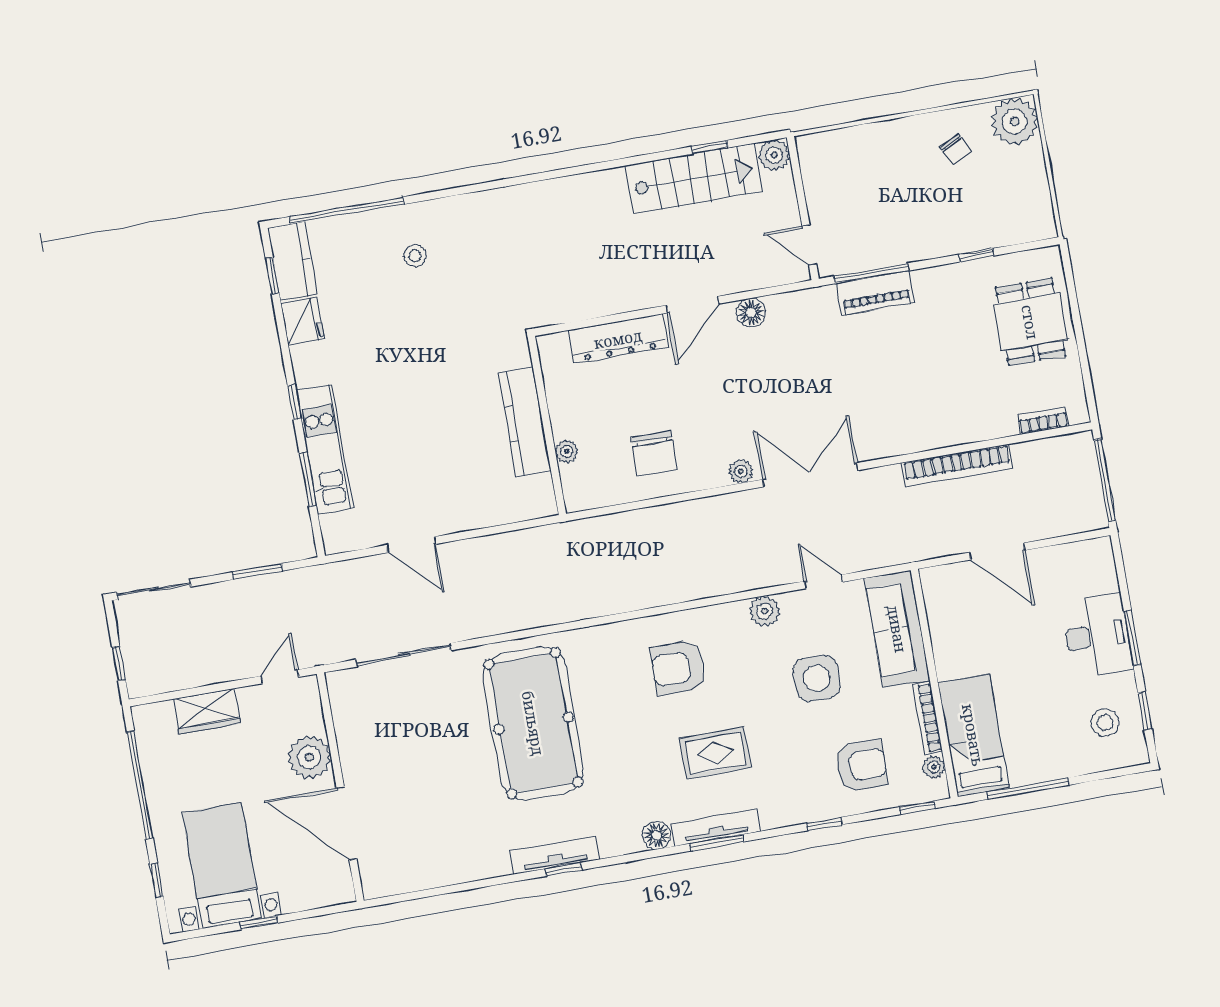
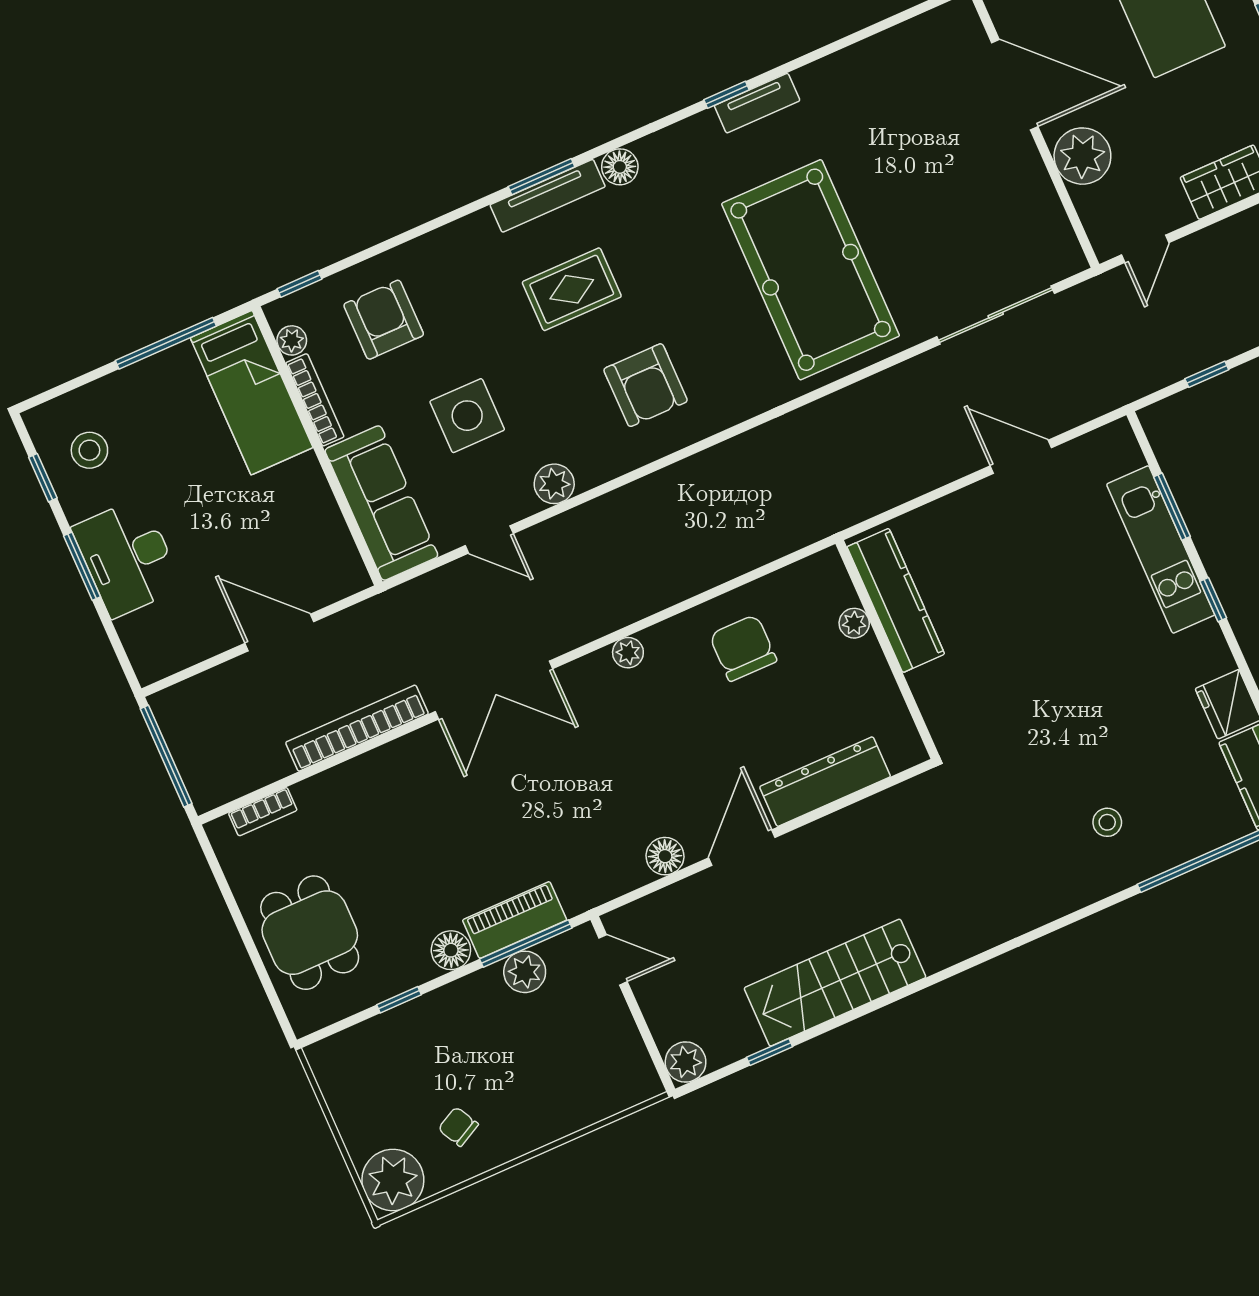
stairs: (693, 179) -> (835, 983), moved
plant: (877, 252) -> (525, 972), added
floor lamp: (928, 282) -> (451, 950), added
kitchen counter: (525, 422) -> (896, 600), moved
double door: (810, 475) -> (494, 690), moved
window: (257, 571) -> (1207, 374), width x0.67
armchair: (678, 668) -> (646, 385), turned 90
armchair: (861, 765) -> (384, 320), turned 90
window: (825, 824) -> (412, 234), removed
tv unit: (555, 855) -> (757, 103), width x0.71

